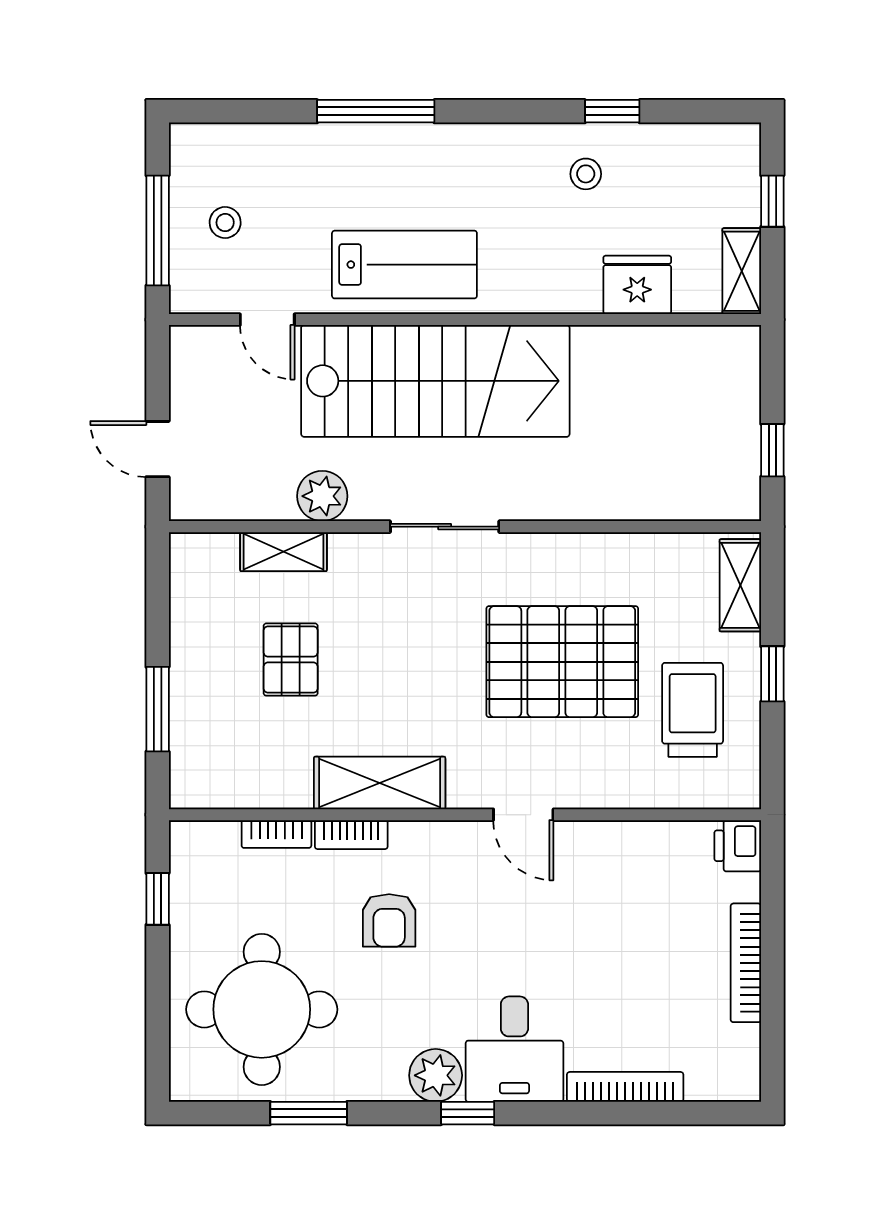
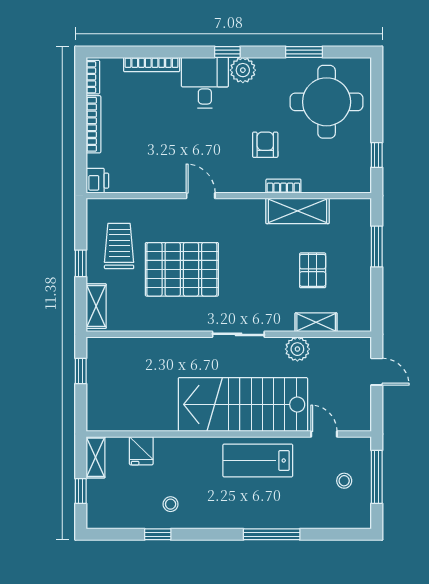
fridge: (637, 285) -> (141, 451), width x0.72
trolley: (693, 710) -> (119, 246), turned 180
shelving: (380, 783) -> (298, 211), moved
bookcase: (276, 834) -> (93, 77), moved, turned 90

